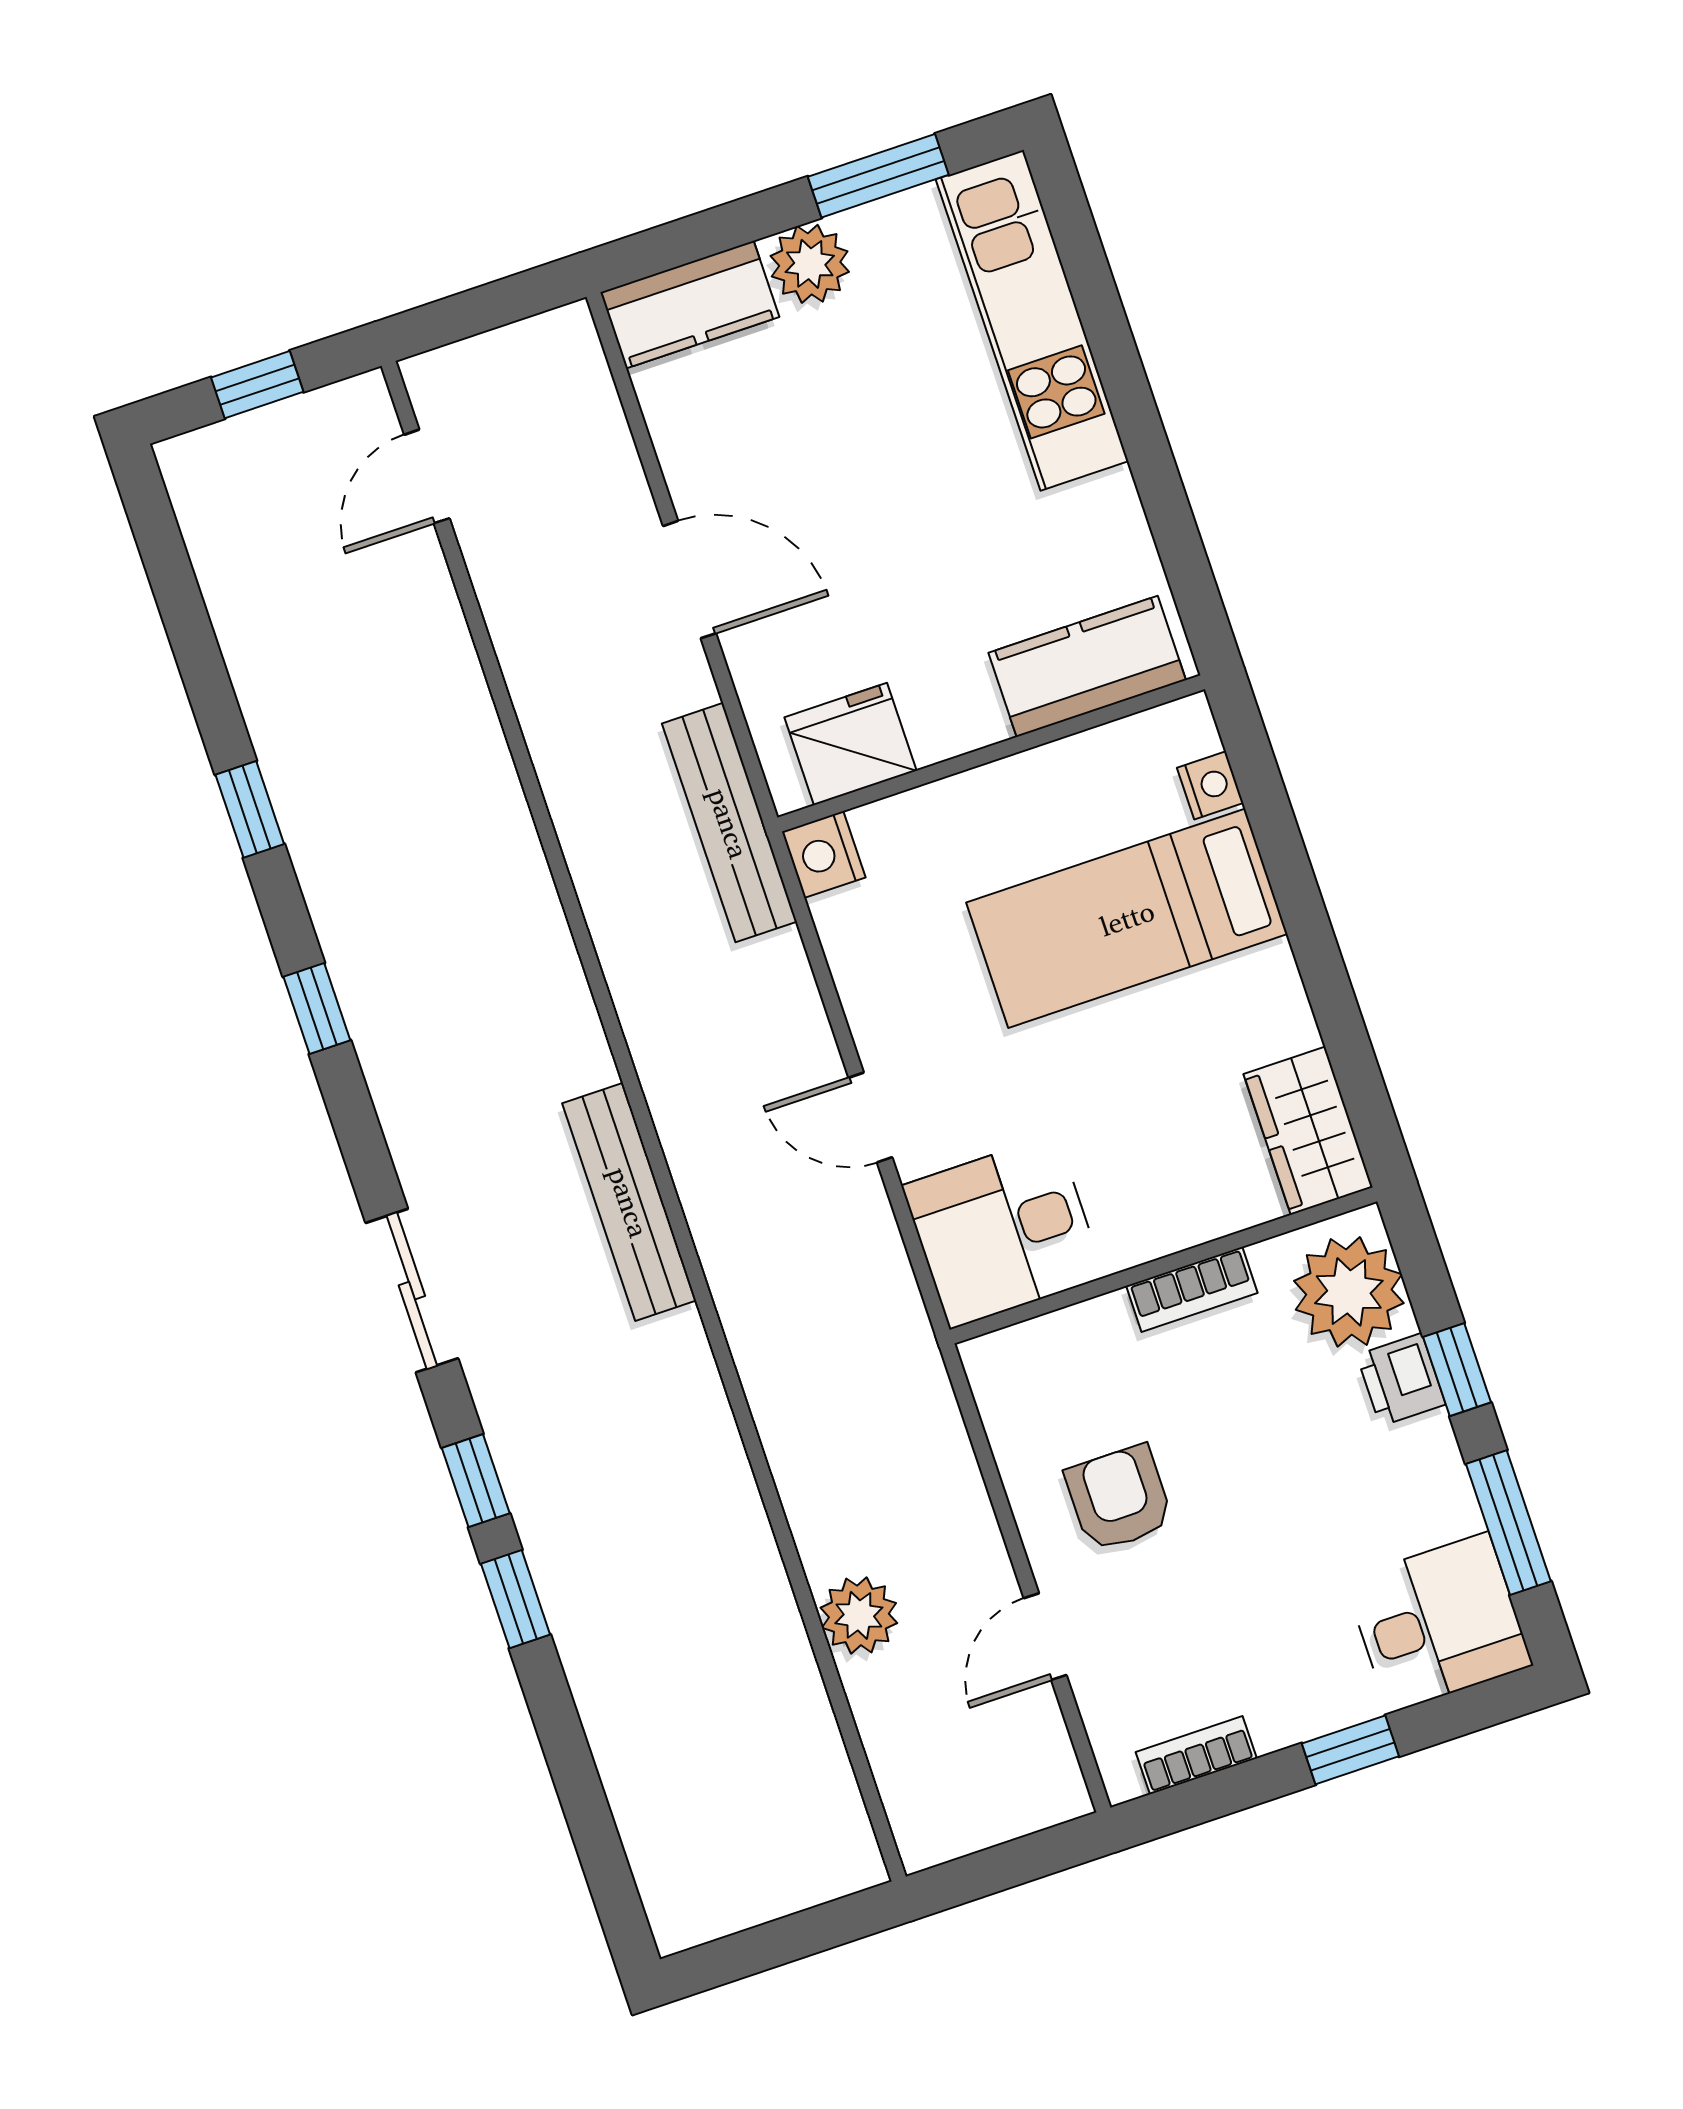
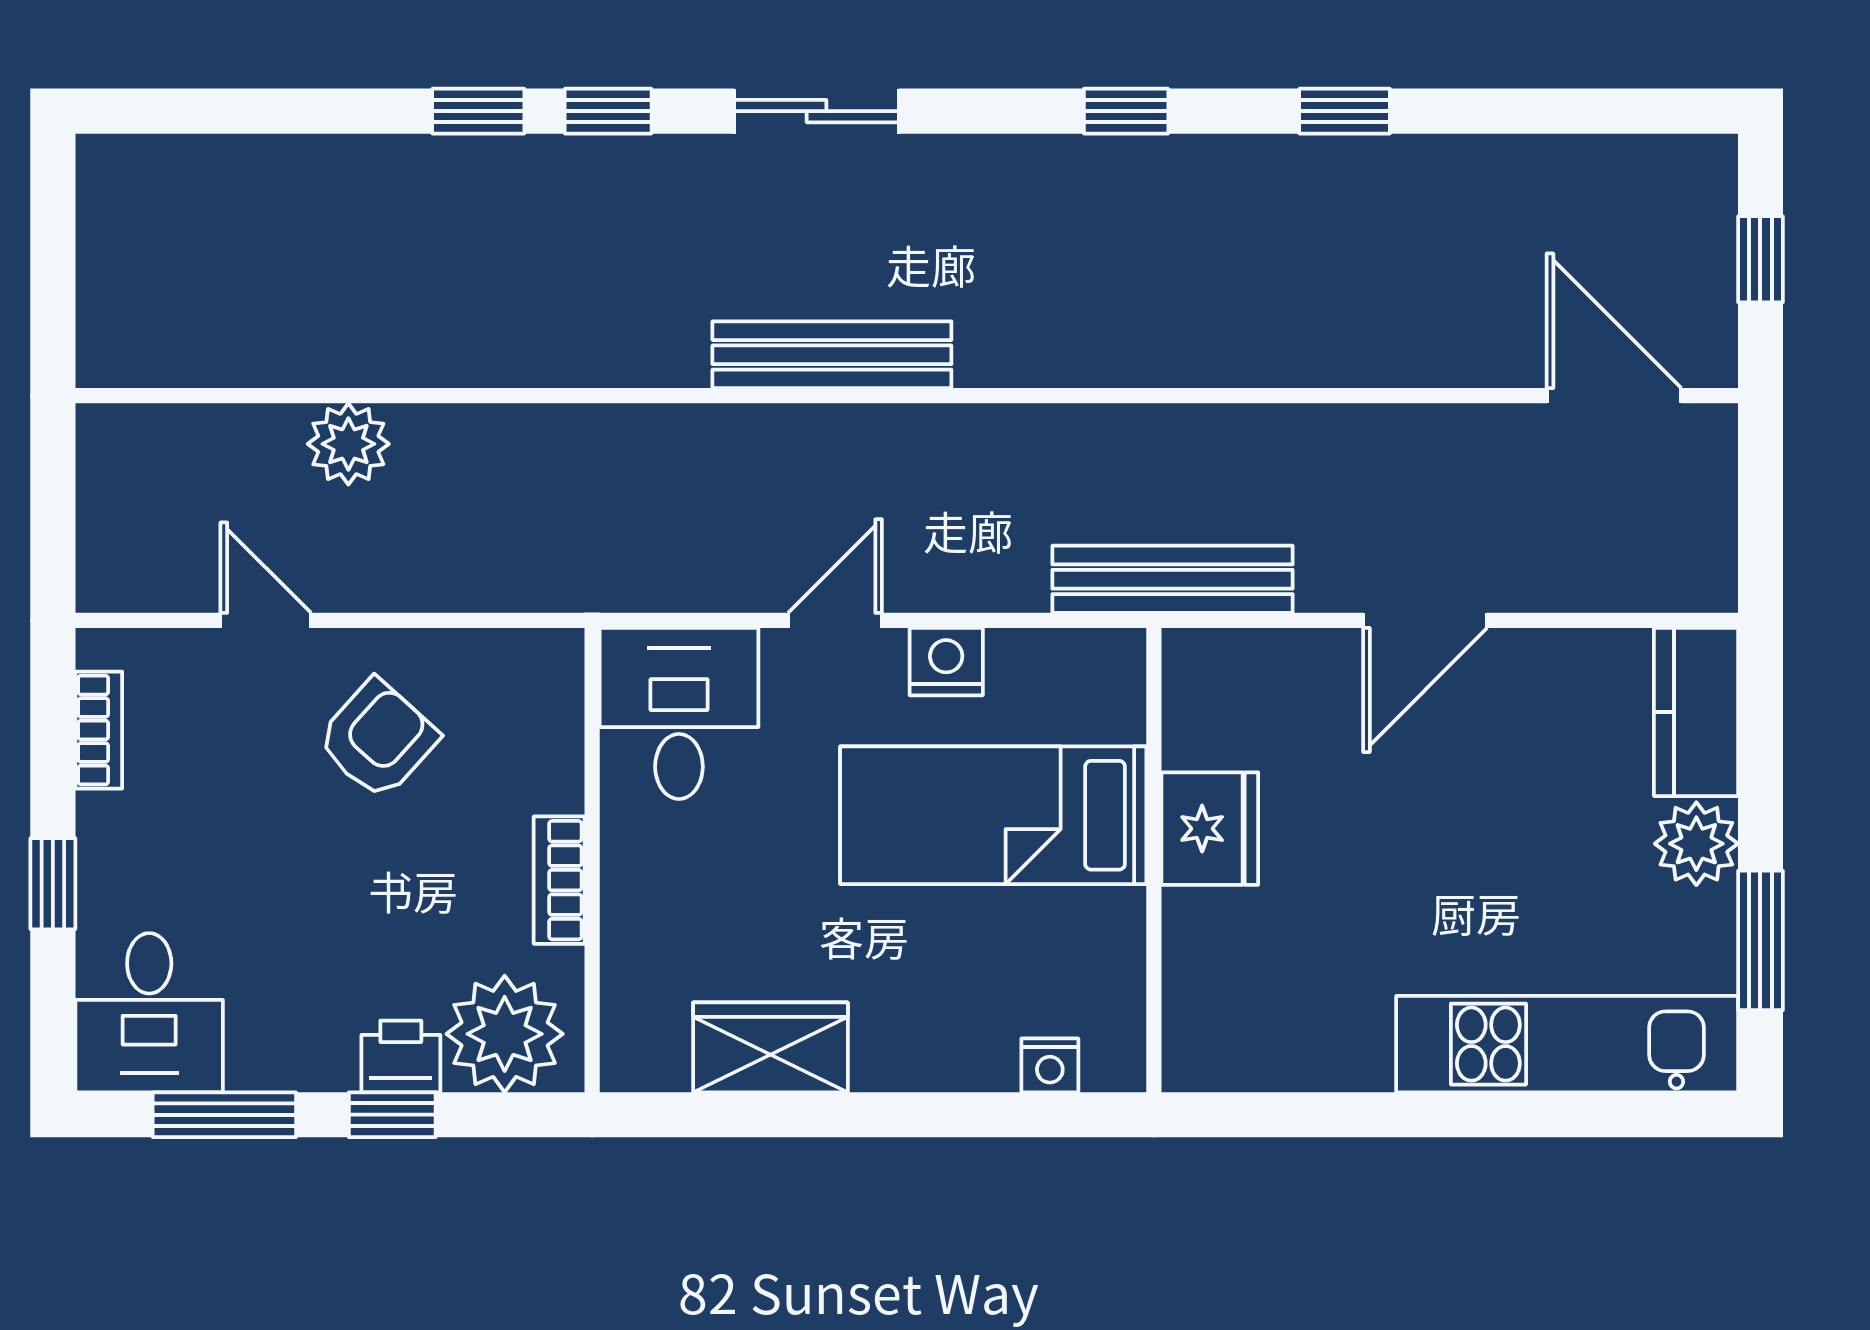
door: (427, 476) -> (1614, 396), width x1.38
kitchen counter: (1087, 666) -> (1208, 984), removed
fridge: (851, 744) -> (1210, 829), moved
nightstand: (824, 855) -> (946, 662), moved
bed: (1127, 918) -> (993, 815), moved, turned -90
wardrobe: (1308, 1131) -> (770, 1047), moved
armchair: (1119, 1498) -> (378, 739), turned -48

